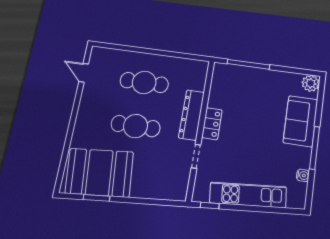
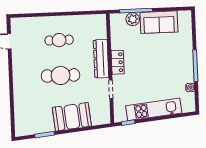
cafe table: (144, 82) -> (59, 40), width x0.73, depth x0.74
plant: (311, 83) -> (133, 19), moved
sofa: (300, 121) -> (159, 22), moved, turned -90
booth: (99, 173) -> (72, 117), moved, width x0.73, depth x0.70

